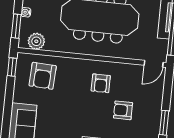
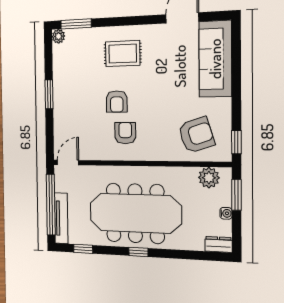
armchair: (43, 76) -> (196, 135), turned 69
armchair: (123, 110) -> (117, 101), moved, turned 90

